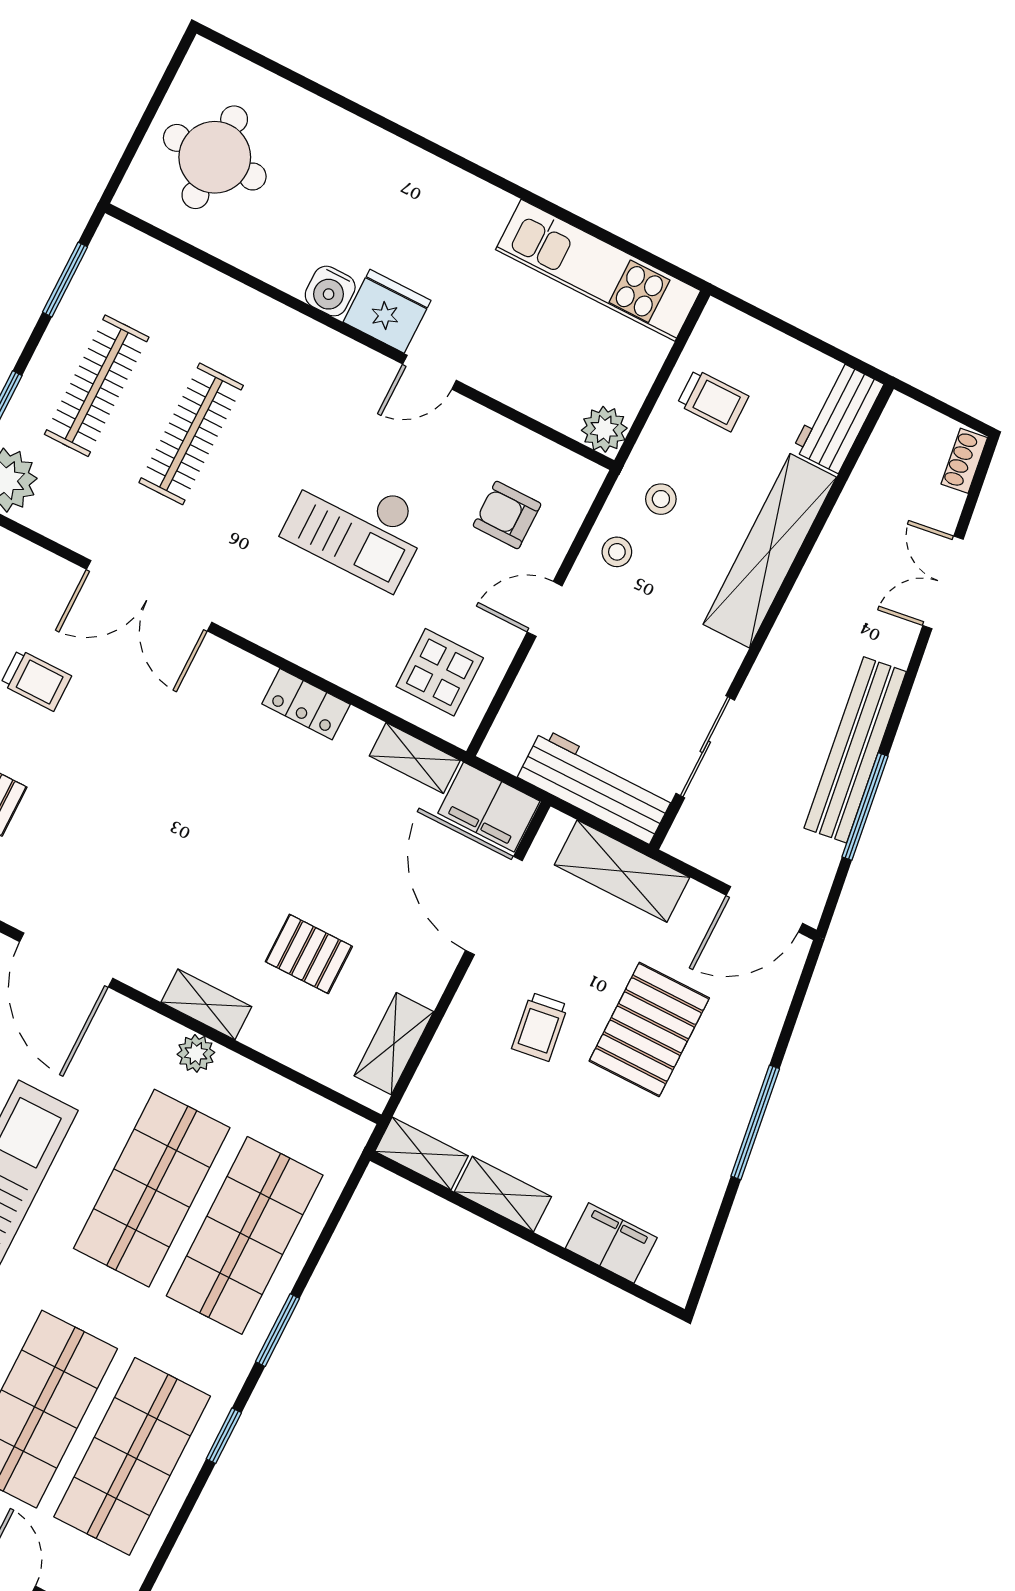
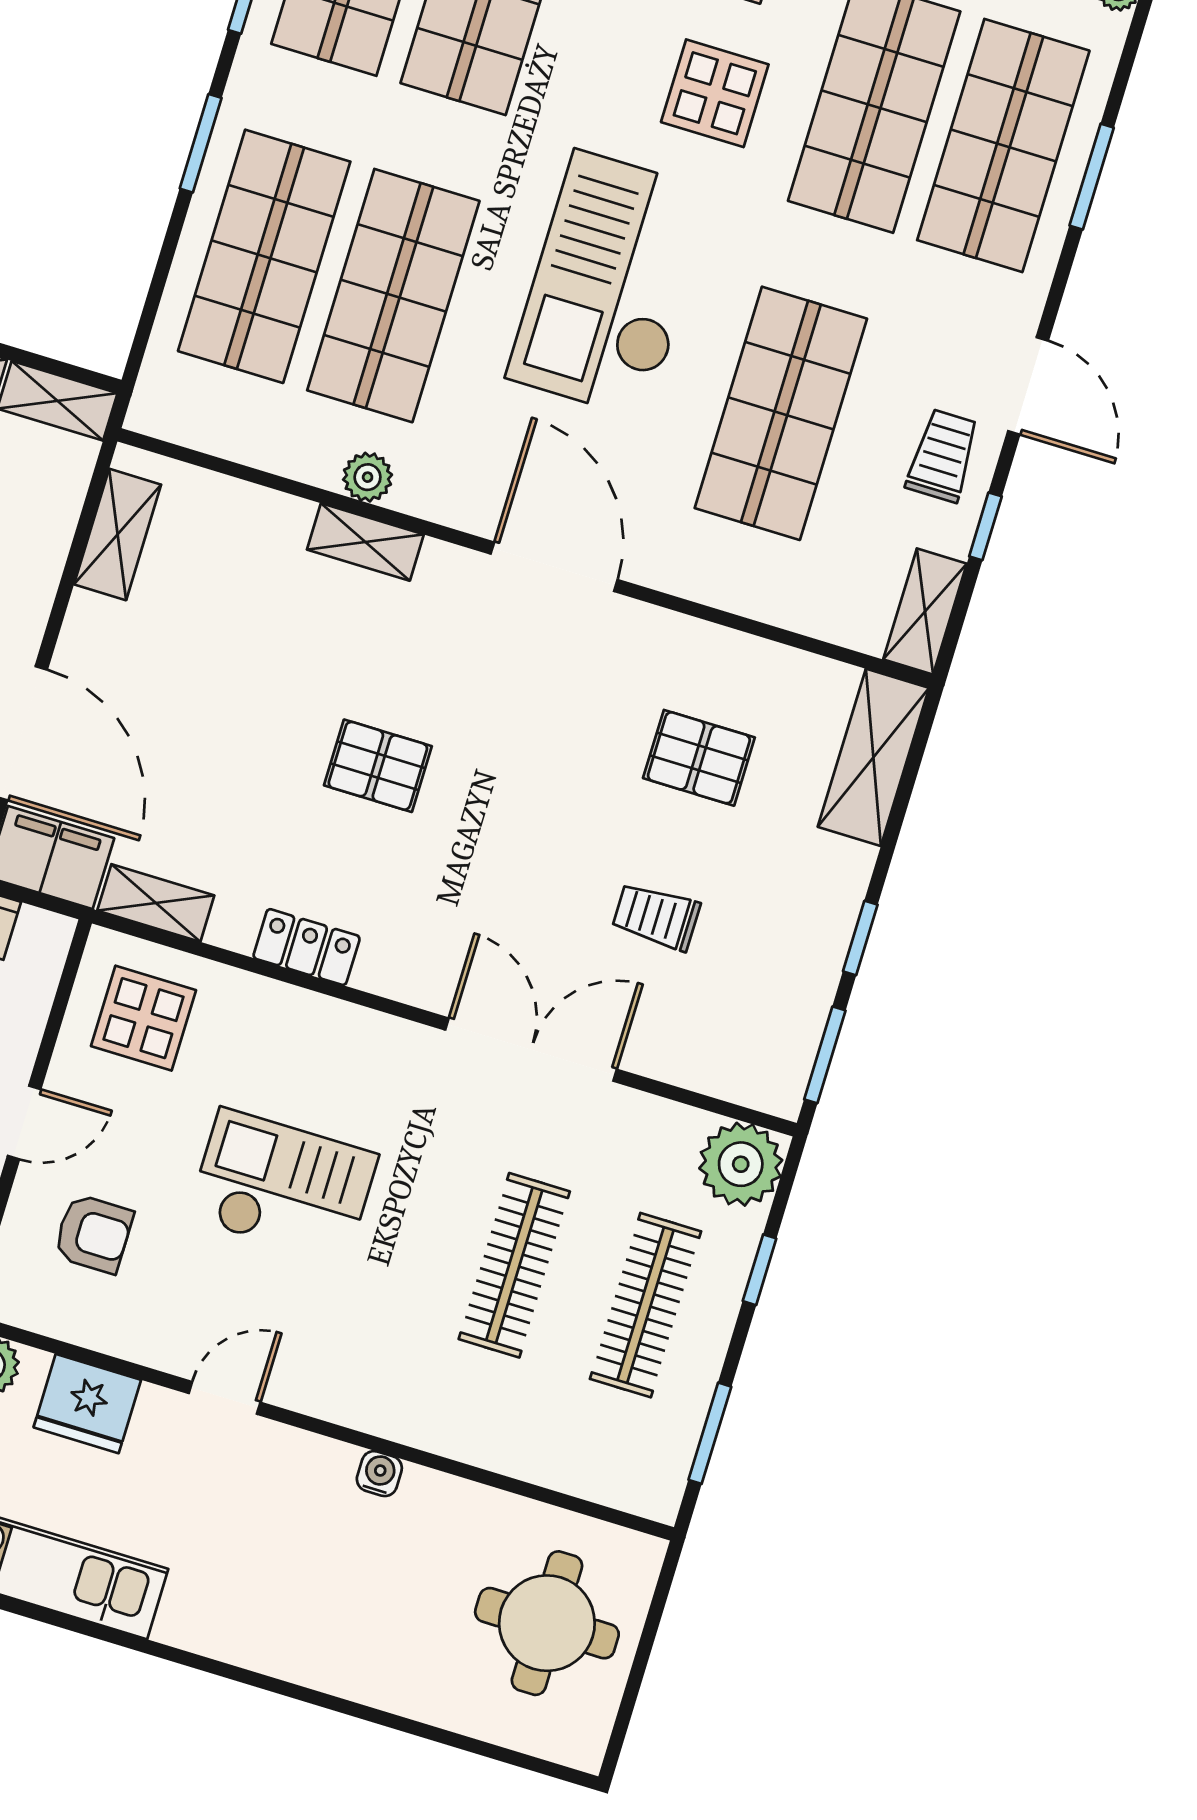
water cooler: (330, 291) -> (379, 1474), width x0.72, depth x0.72
fridge: (387, 311) -> (87, 1404), moved
pallet: (309, 954) -> (378, 766), moved

